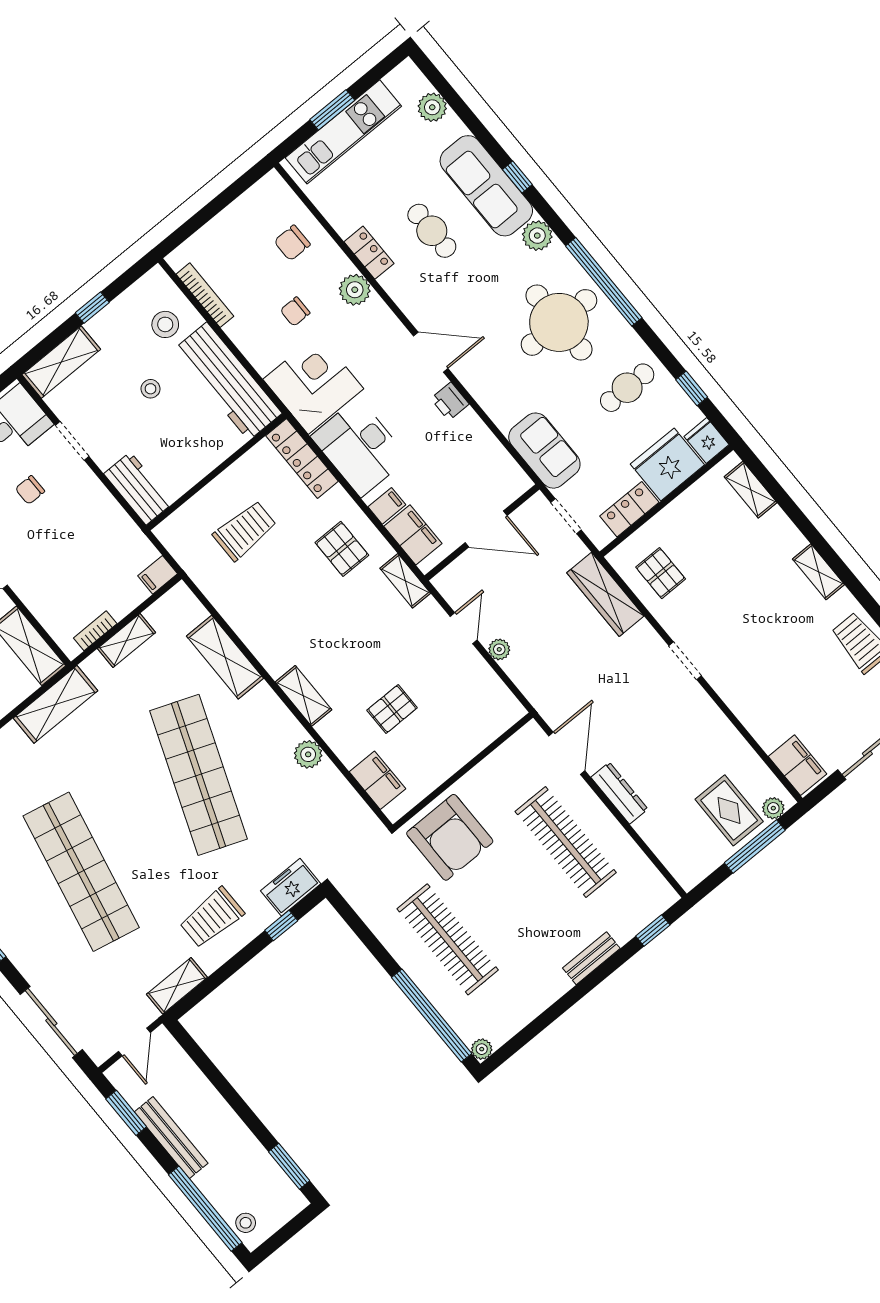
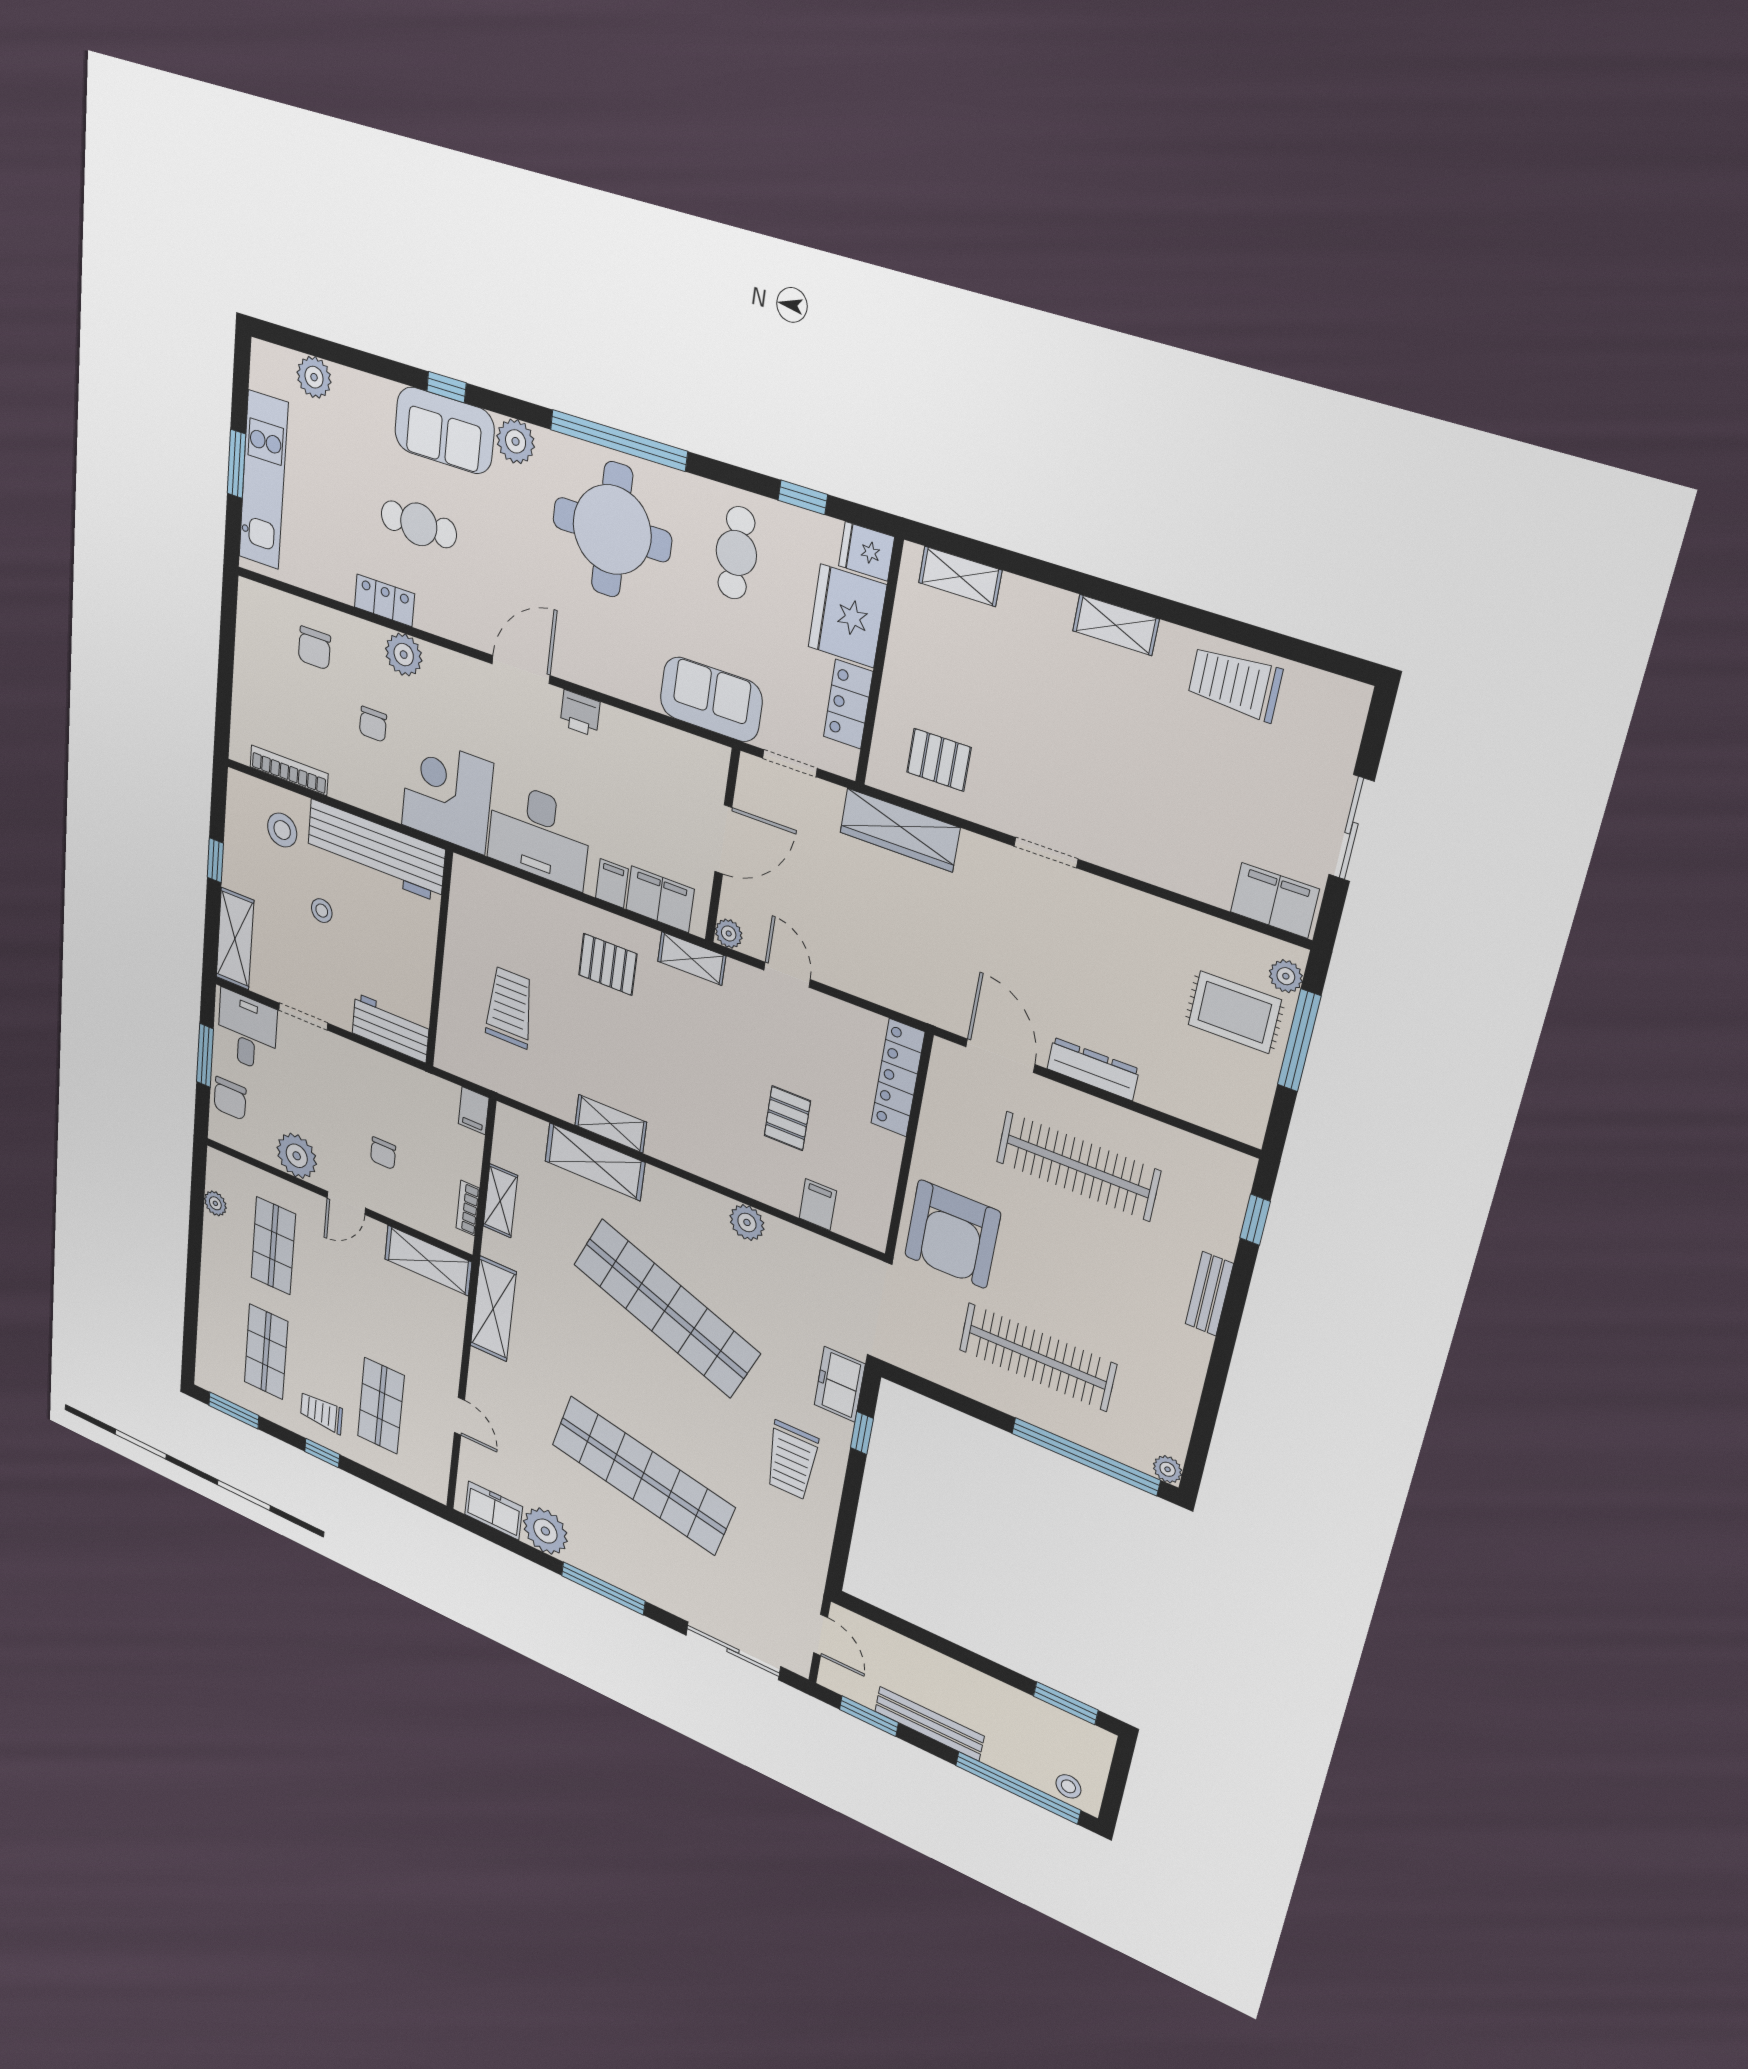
sofa: (486, 186) -> (444, 430), width x0.73
locker: (302, 459) -> (898, 1078), moved, turned 90
chair: (30, 490) -> (383, 1153), moved
plant: (499, 649) -> (729, 934), moved
shelving: (303, 696) -> (611, 1124), moved
filing cabinet: (377, 780) -> (818, 1205), width x0.50
armchair: (450, 837) -> (952, 1234), turned 90
shelving: (177, 986) -> (814, 1553), removed

